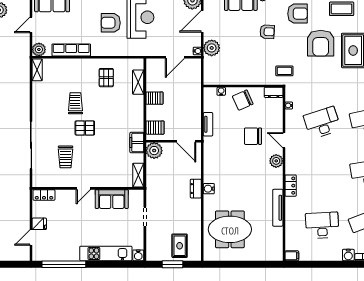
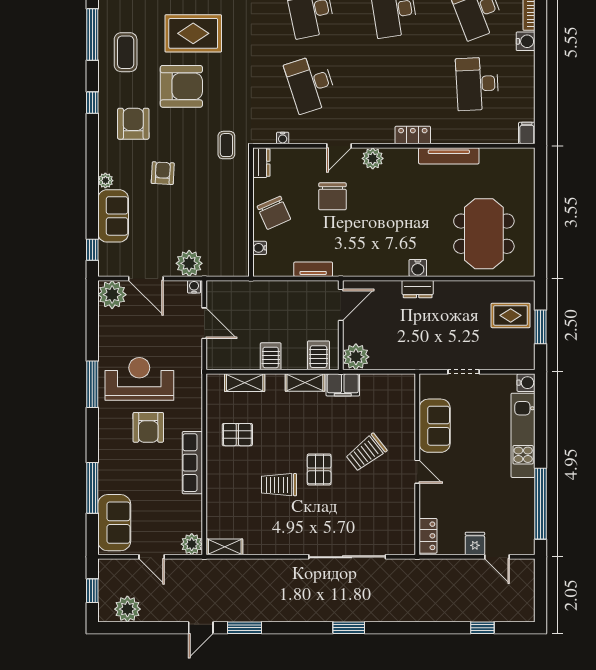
row of seats: (71, 50) -> (192, 463), moved
trolley: (66, 157) -> (366, 453), moved, turned 142
shelving: (138, 175) -> (305, 383), moved

